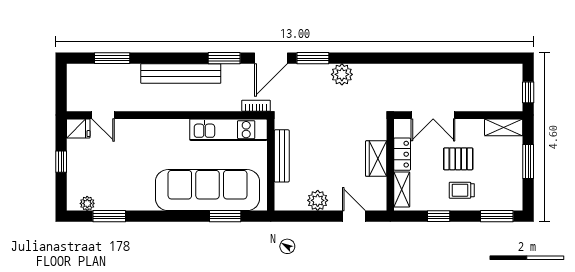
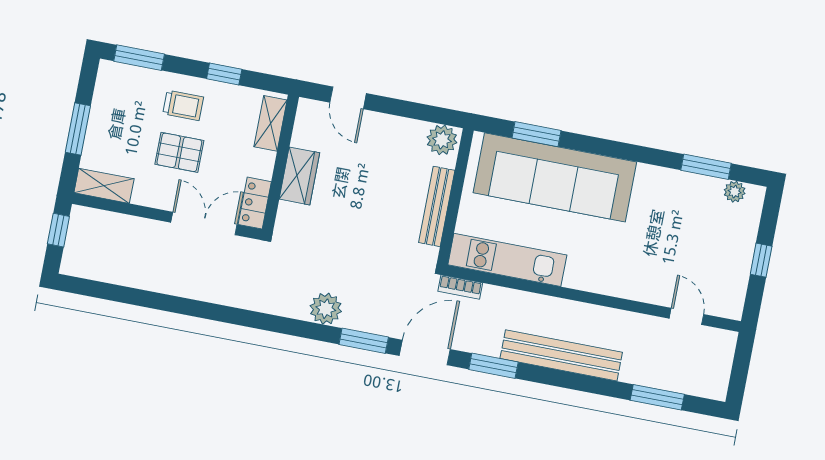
fridge: (78, 129) -> (727, 304), removed
locker: (402, 154) -> (255, 203), moved
plant: (318, 200) -> (442, 140), moved

